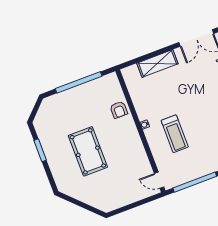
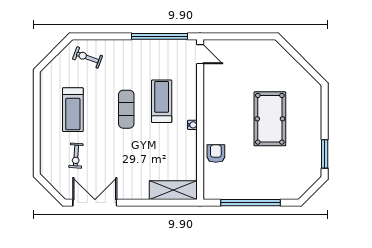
shelving: (157, 63) -> (173, 190), moved
exercise mat: (199, 118) -> (126, 109), added
window: (40, 150) -> (325, 154), moved

